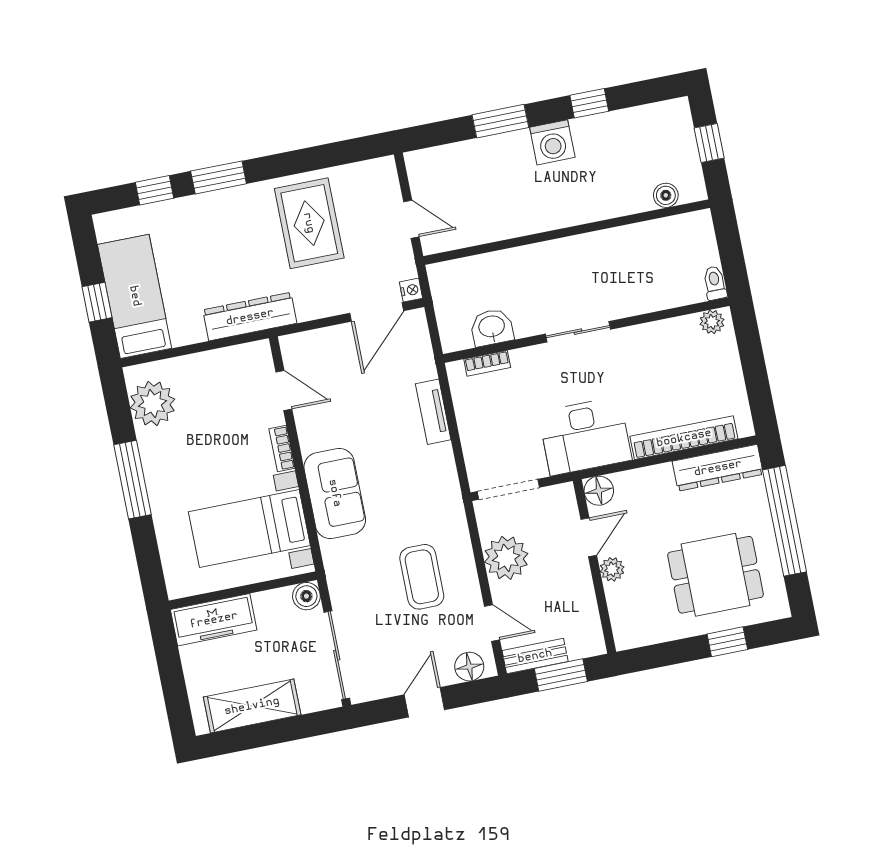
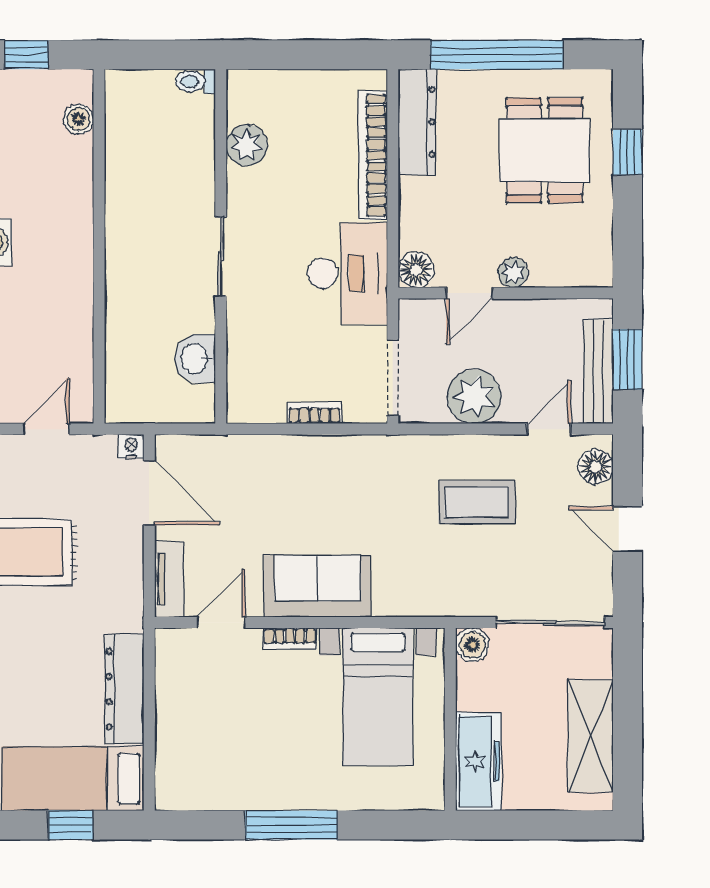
dresser: (250, 317) -> (124, 689), moved
plant: (712, 322) -> (247, 145), moved, width x1.38, depth x1.38
bookcase: (487, 363) -> (315, 413), moved, turned -90
plant: (153, 403) -> (205, 783), removed
tv unit: (433, 412) -> (169, 579), moved, turned -90
sofa: (335, 493) -> (317, 586), moved
door: (589, 537) -> (469, 293), swing flipped
bench: (535, 656) -> (599, 372), width x1.36

